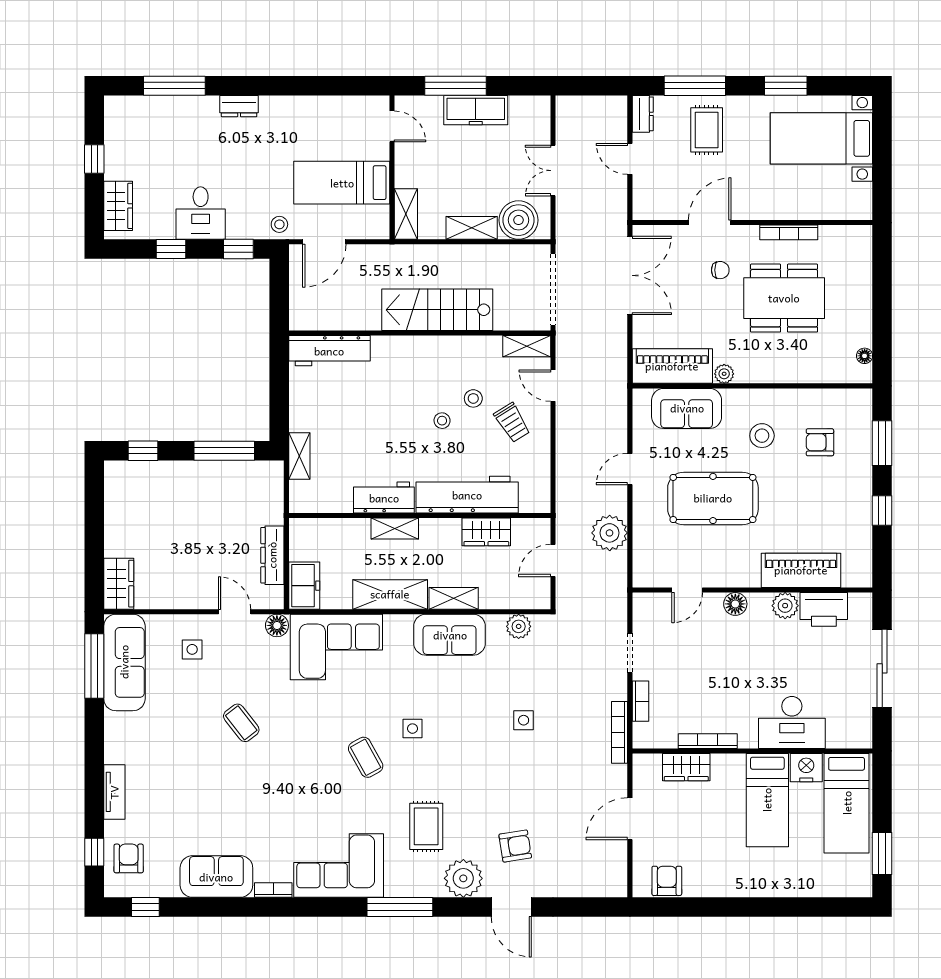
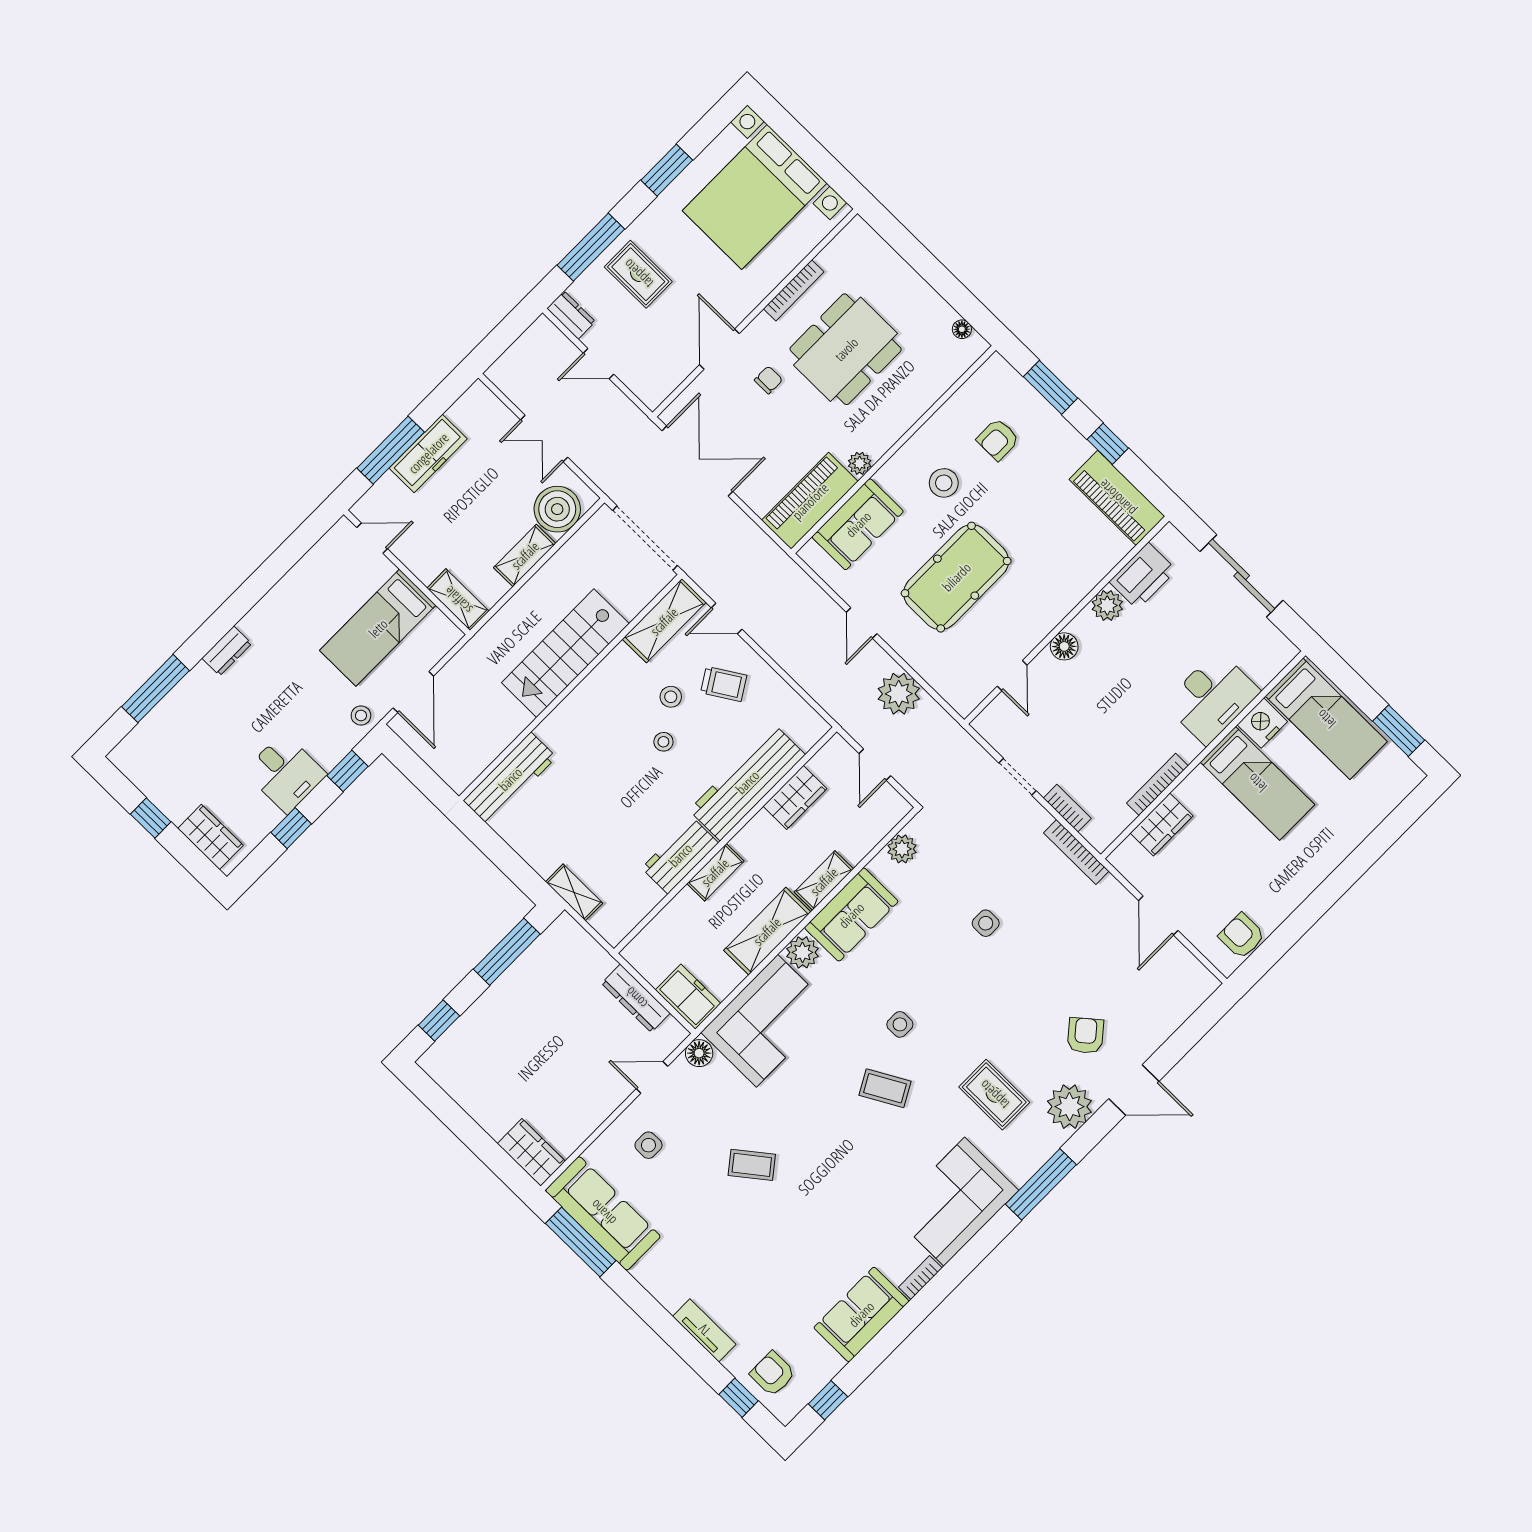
bed with nightstands: (821, 138) -> (755, 197), width x1.36
shelving: (527, 346) -> (664, 621), width x1.50, depth x1.33
piano: (801, 570) -> (1117, 498), moved, turned -90
plant: (398, 628) -> (802, 952), added
armchair: (515, 846) -> (1085, 1036), turned -31

